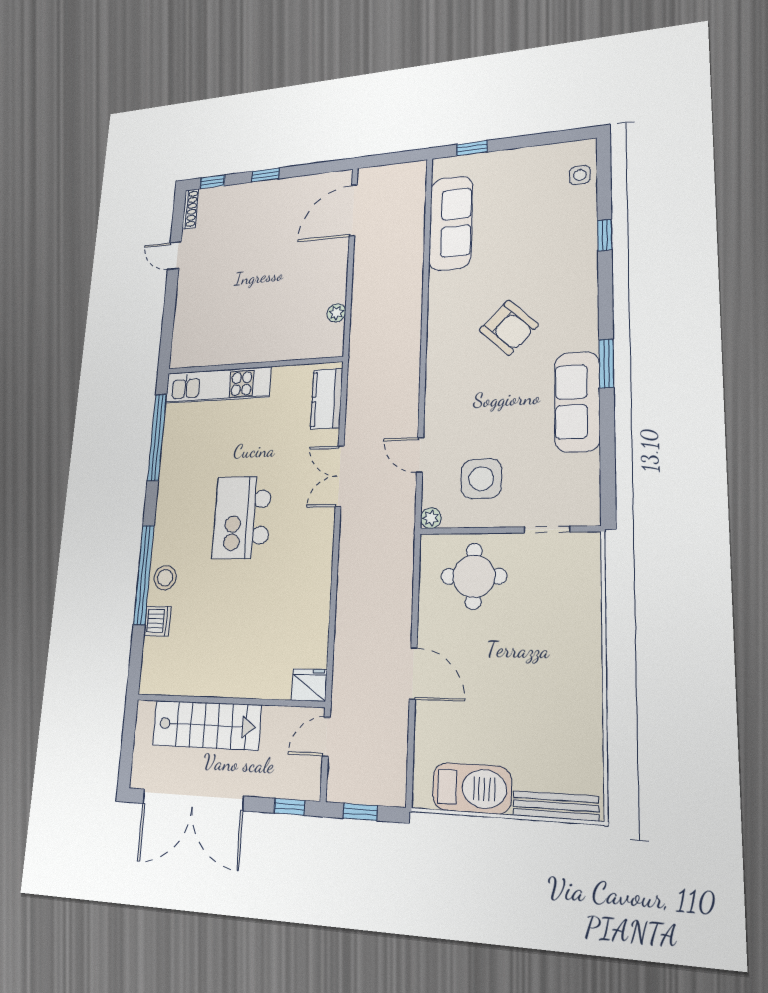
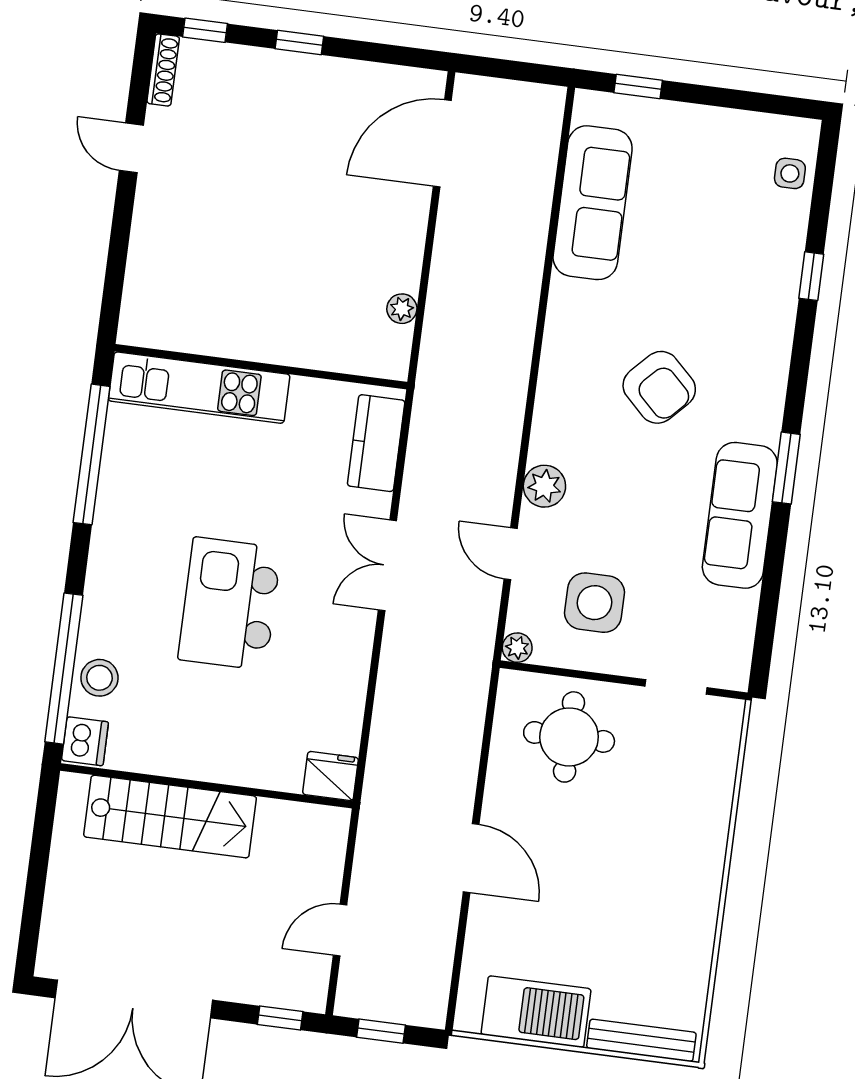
plant: (438, 406) -> (544, 486), added
fridge: (309, 685) -> (331, 776), moved
wall: (229, 701) -> (207, 786), moved
stairs: (206, 725) -> (170, 817), moved

